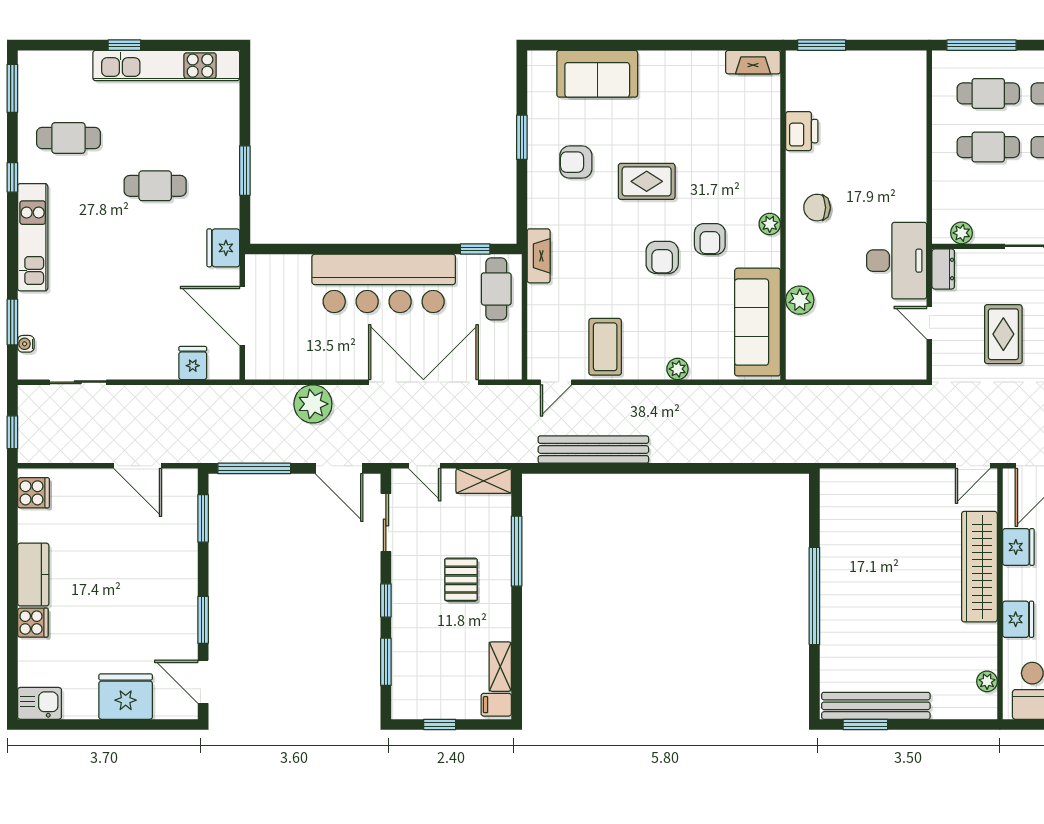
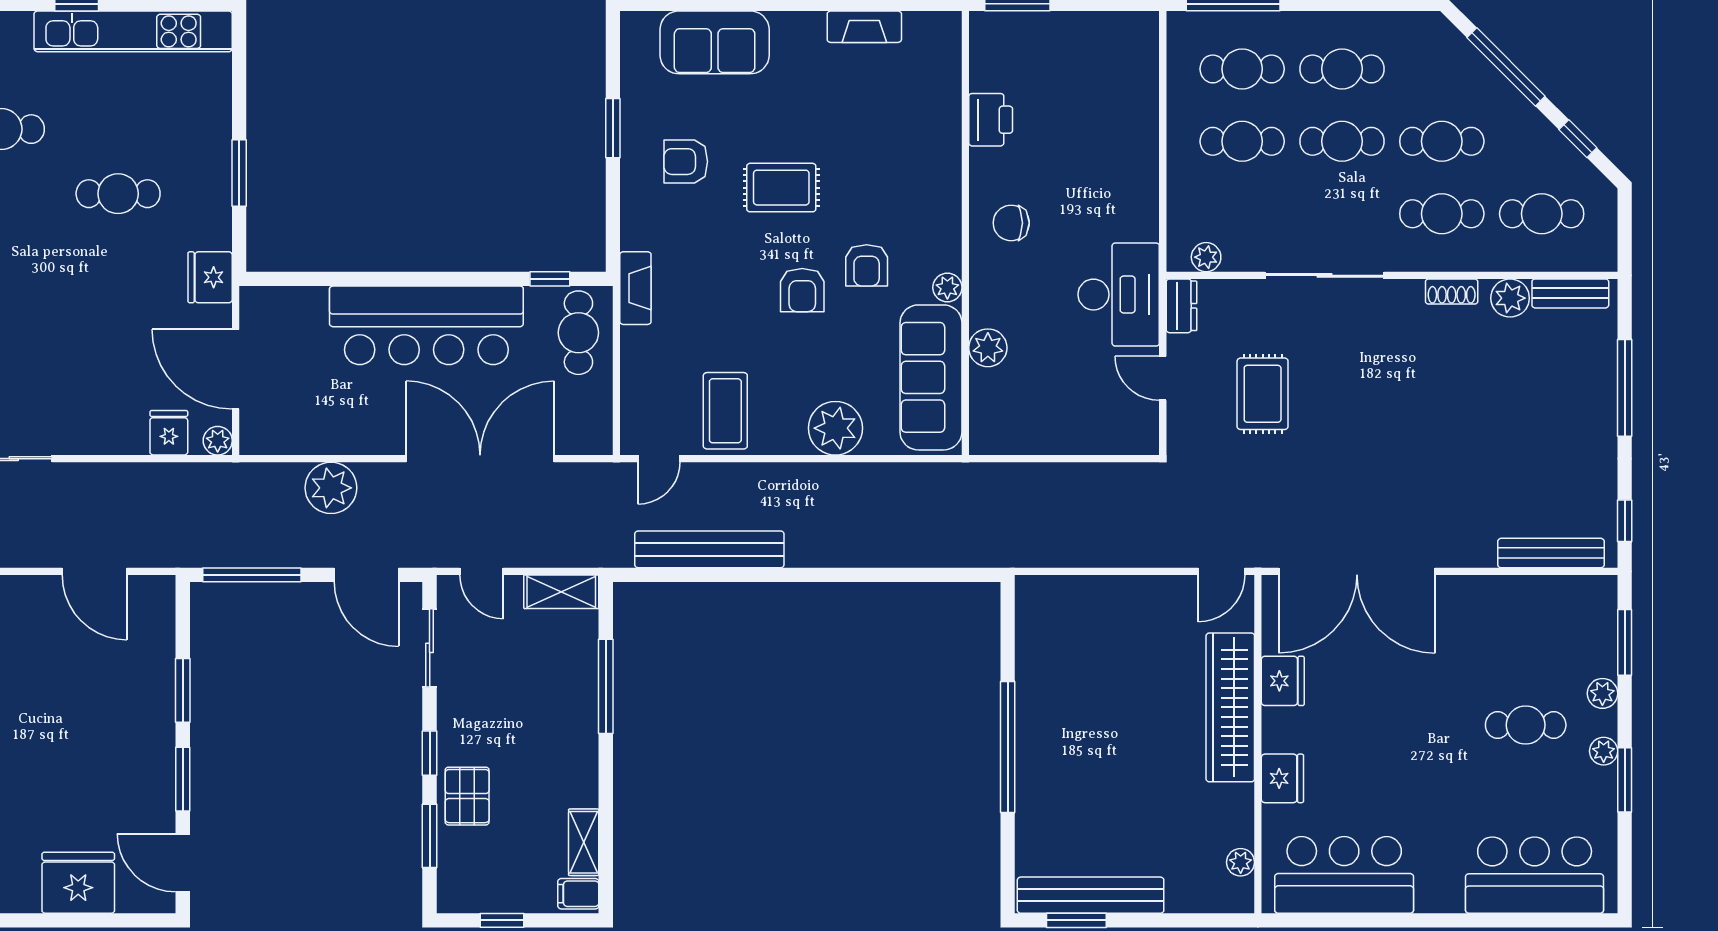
fireplace: (753, 62) -> (864, 27), moved
plant: (770, 224) -> (947, 288), moved
plant: (229, 369) -> (218, 441), added
plant: (677, 369) -> (835, 428), width x1.87, depth x1.87
window: (203, 518) -> (183, 690), moved
pallet: (461, 580) -> (467, 796), moved

